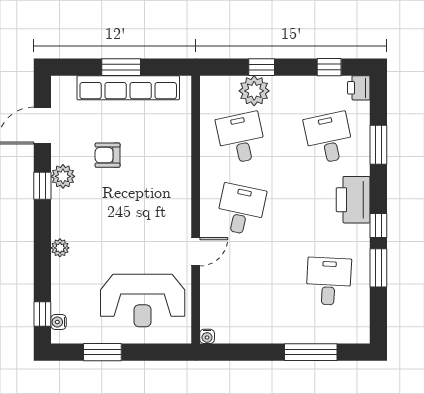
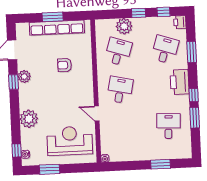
window: (262, 67) -> (139, 13), moved
desk: (241, 138) -> (118, 52), turned 30
desk: (329, 138) -> (165, 50), turned 30
armchair: (108, 155) -> (65, 65), moved
plant: (60, 248) -> (29, 119), width x1.87, depth x1.87
door: (196, 252) -> (97, 114), swing flipped
reception desk: (143, 301) -> (70, 141), turned 180
window: (311, 352) -> (161, 164), width x0.69

